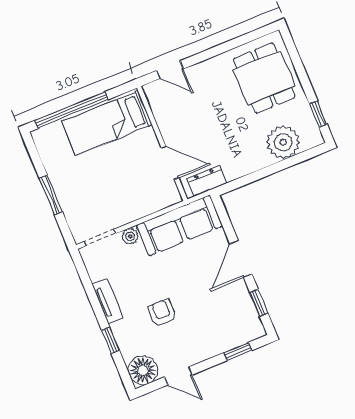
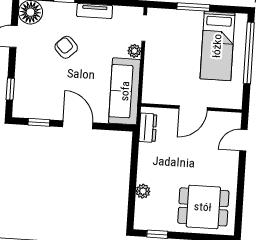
bed: (107, 123) -> (217, 46), moved, turned 180
plant: (283, 142) -> (143, 191), width x0.53, depth x0.53
door: (170, 163) -> (193, 108), moved
armchair: (162, 313) -> (66, 47), turned -133

